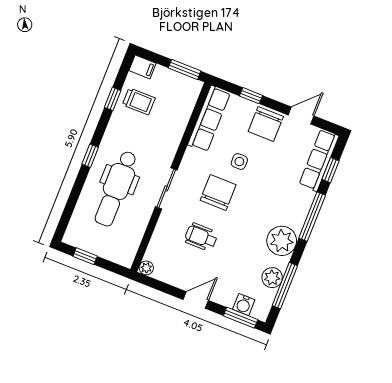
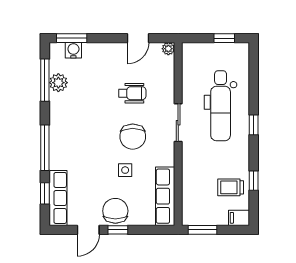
window: (251, 96) -> (118, 230), moved
dental chair: (116, 189) -> (221, 106), turned 180
plant: (282, 241) -> (63, 117), removed
door: (196, 300) -> (138, 38), moved

